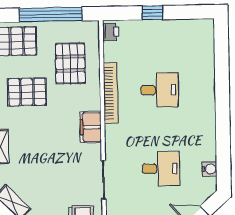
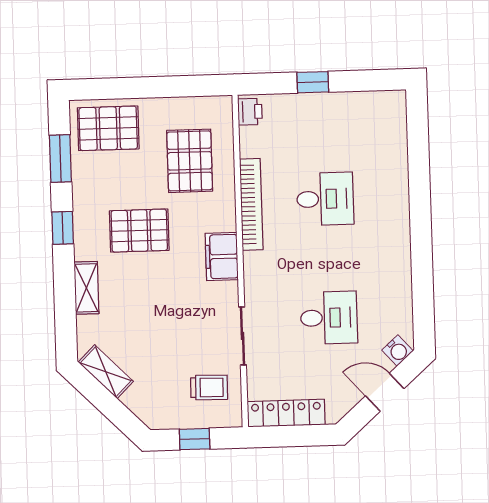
window: (51, 14) -> (159, 87), removed
pallet: (27, 92) -> (139, 231), moved
water cooler: (209, 169) -> (397, 351), moved, turned 48

